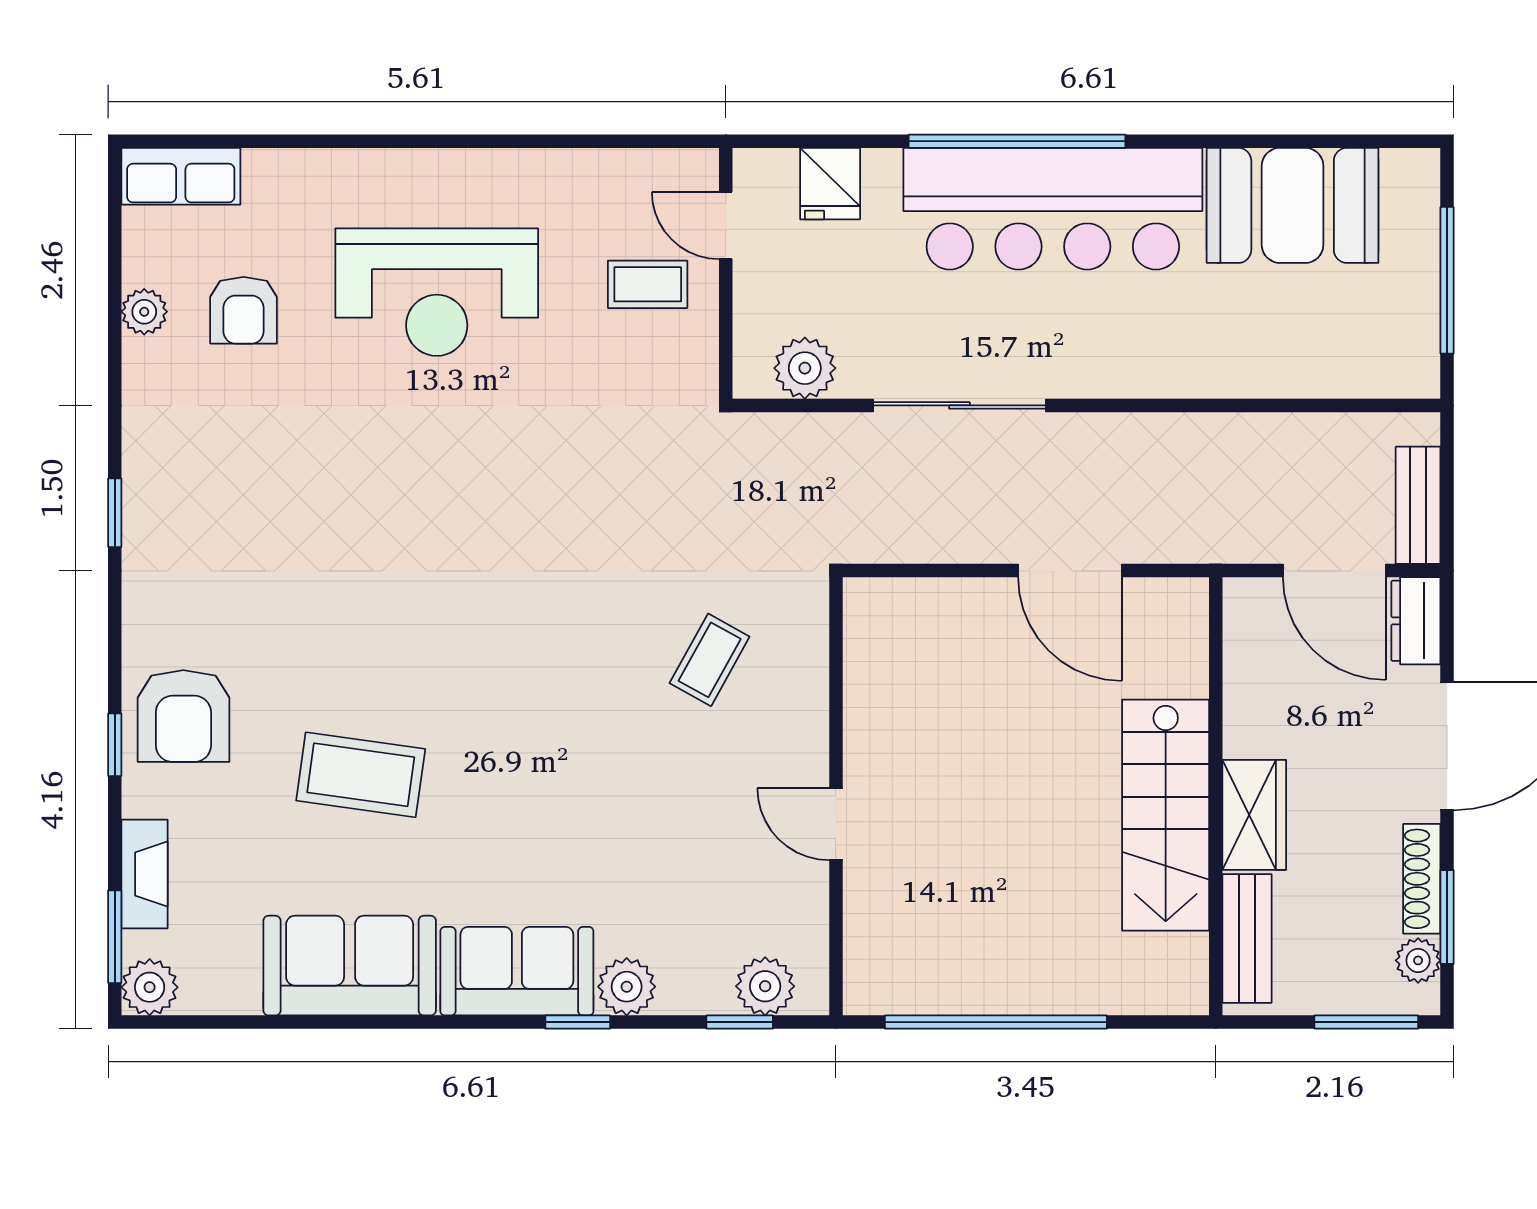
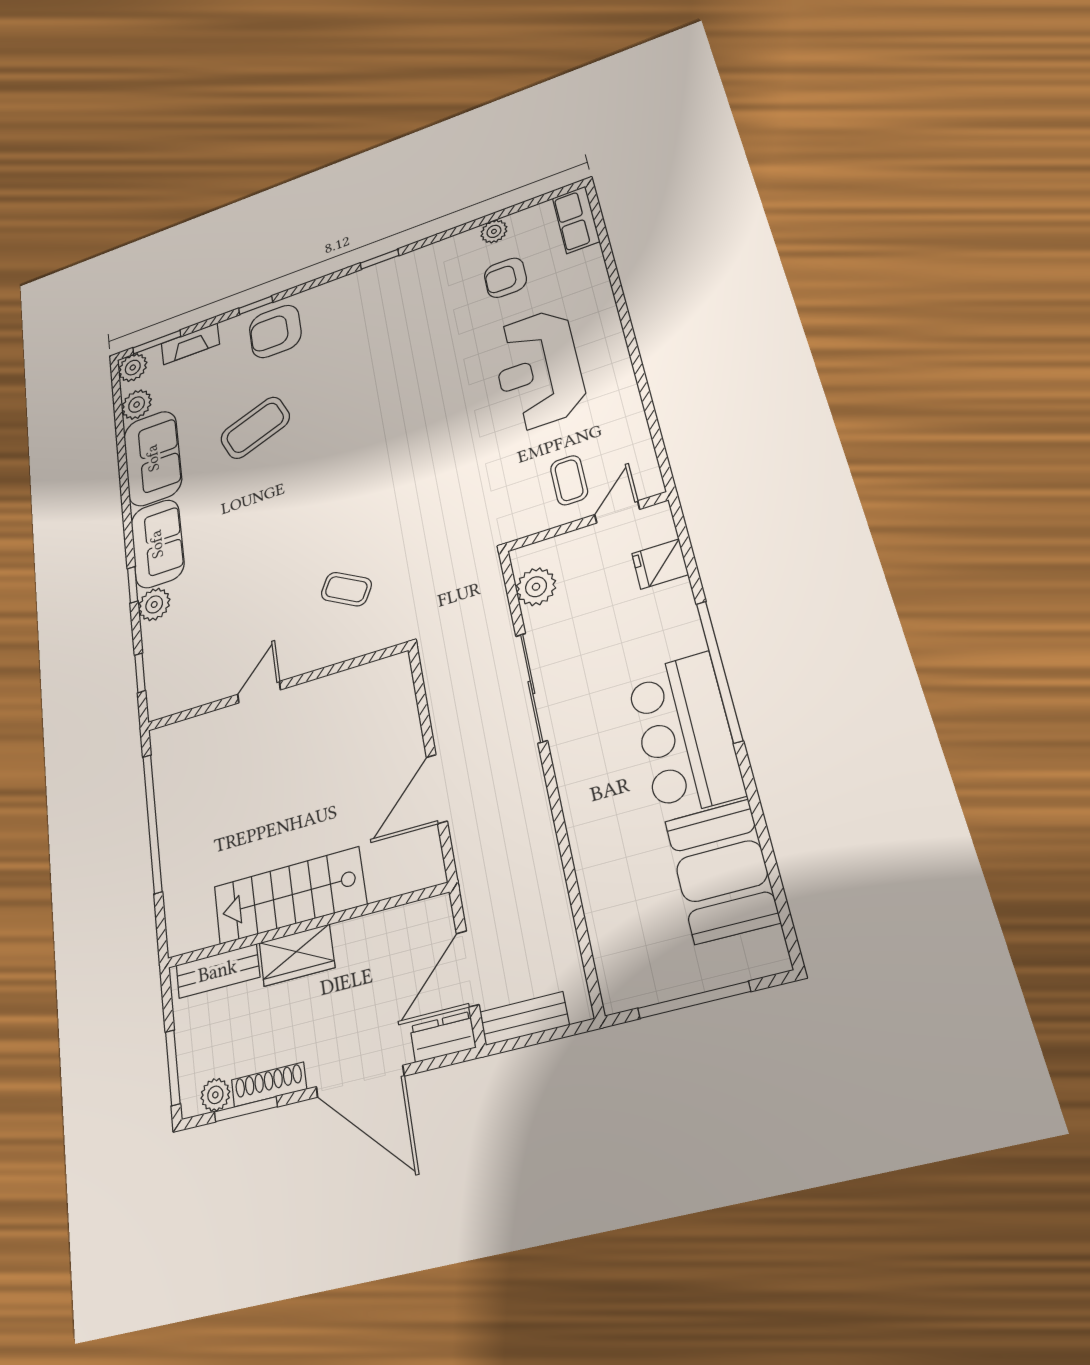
bar counter: (1053, 209) -> (685, 734), width x0.73
coffee table: (361, 775) -> (255, 428), turned 61
plant: (765, 986) -> (137, 405), moved

